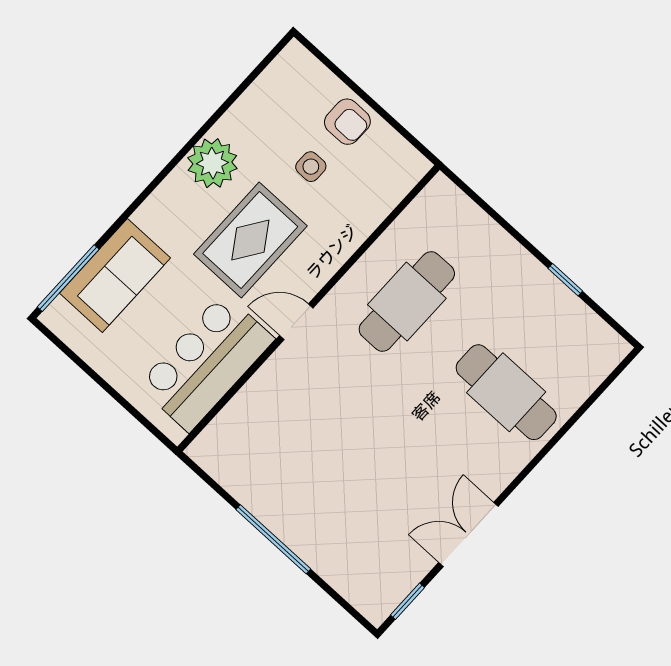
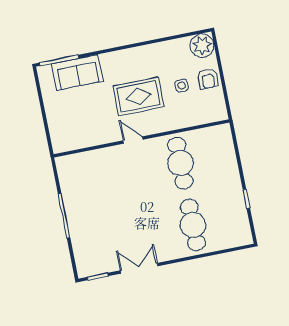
plant: (212, 163) -> (202, 46), moved
cafe table: (407, 301) -> (180, 163), turned 90
bar counter: (206, 362) -> (88, 130), removed

